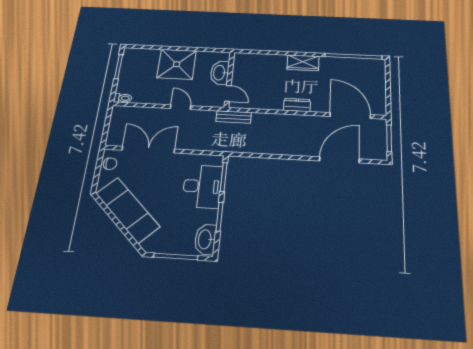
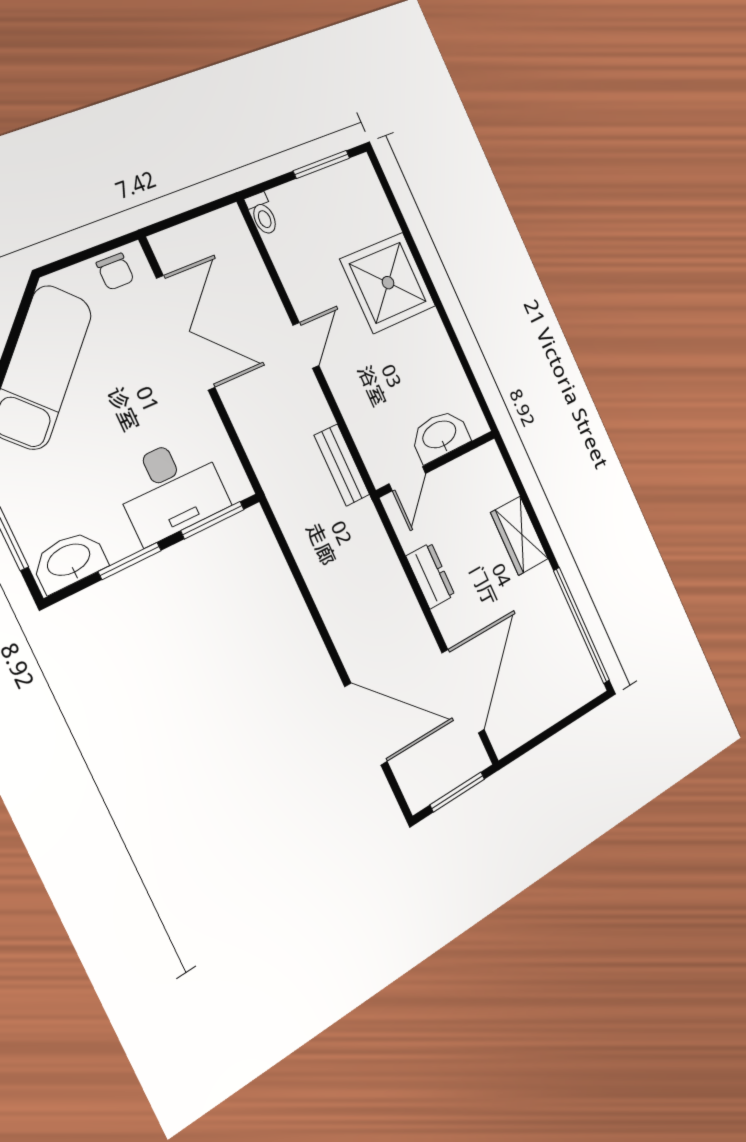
washbasin: (220, 73) -> (440, 435), moved
wall: (229, 79) -> (436, 464), moved
door: (228, 93) -> (407, 479), moved

